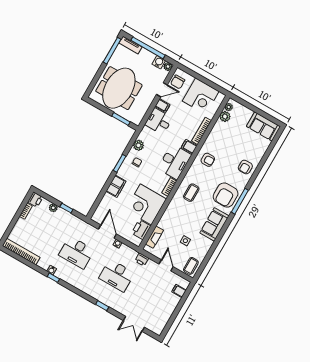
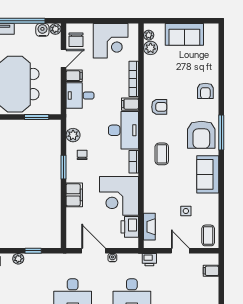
sofa: (263, 126) -> (184, 34), moved

